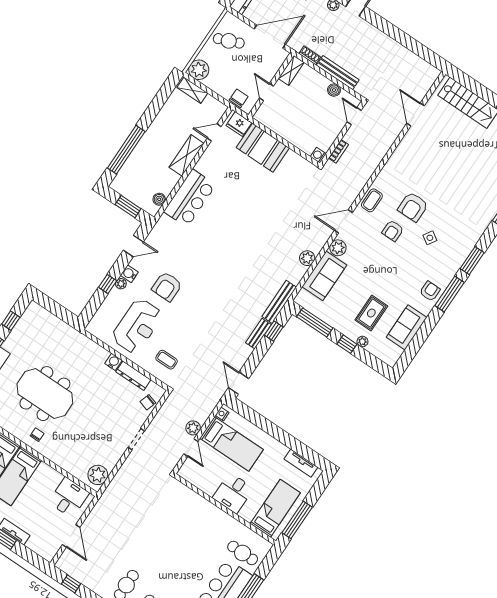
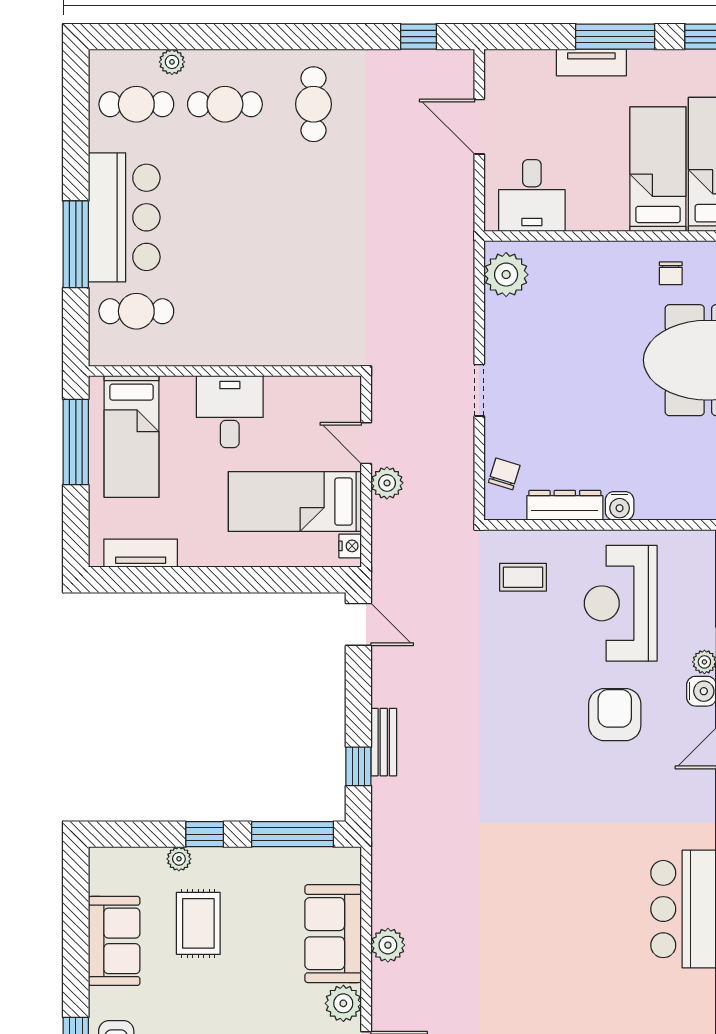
bench: (279, 302) -> (385, 828), removed

